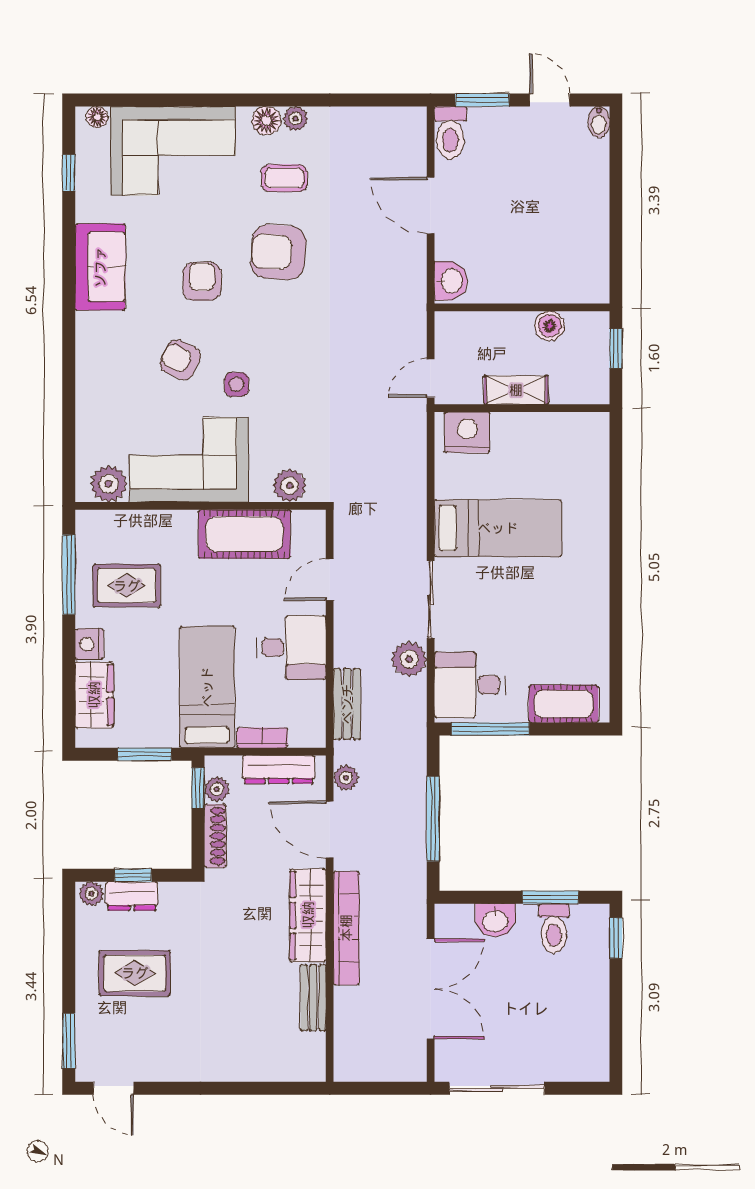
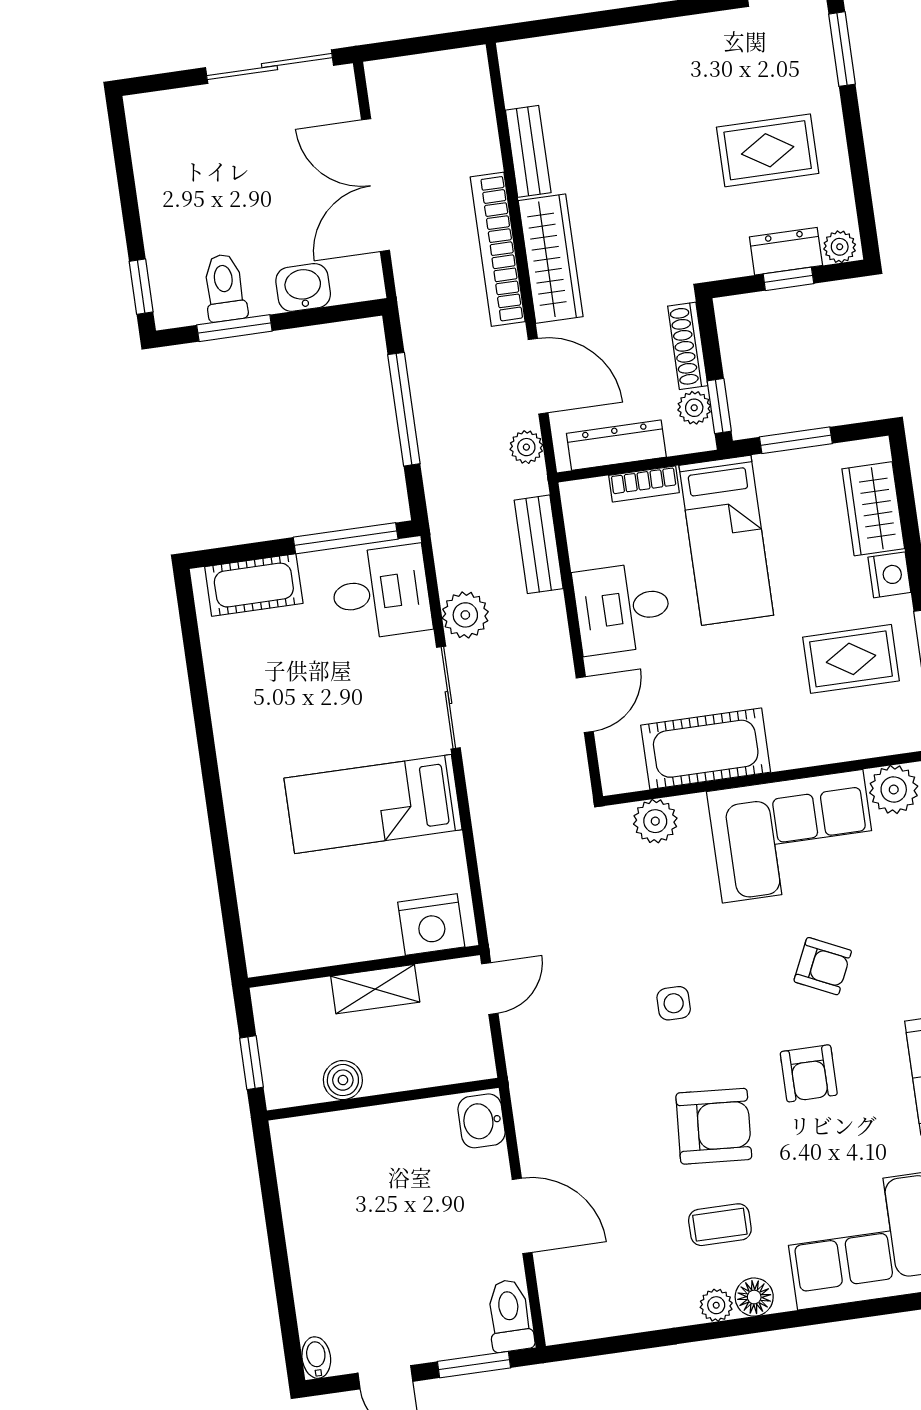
side table: (237, 384) -> (674, 1003), moved

